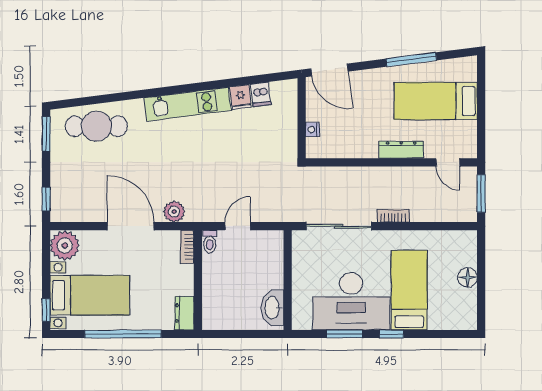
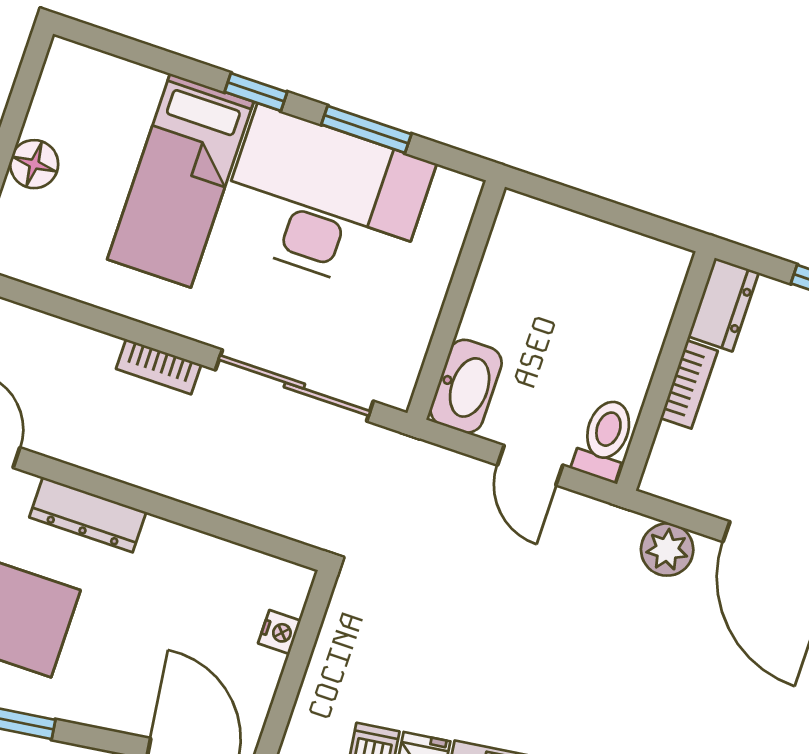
door: (238, 226) -> (530, 465), hinge flipped
toilet: (210, 242) -> (605, 439), width x1.37, depth x1.39
bookcase: (187, 247) -> (689, 384), moved
washbasin: (273, 308) -> (466, 386), moved

